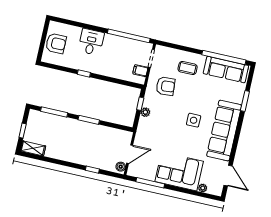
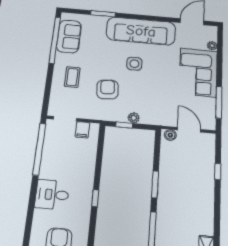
sofa: (226, 70) -> (69, 36), width x0.73
armchair: (166, 86) -> (107, 89), moved
boiler: (121, 167) -> (170, 135), moved

